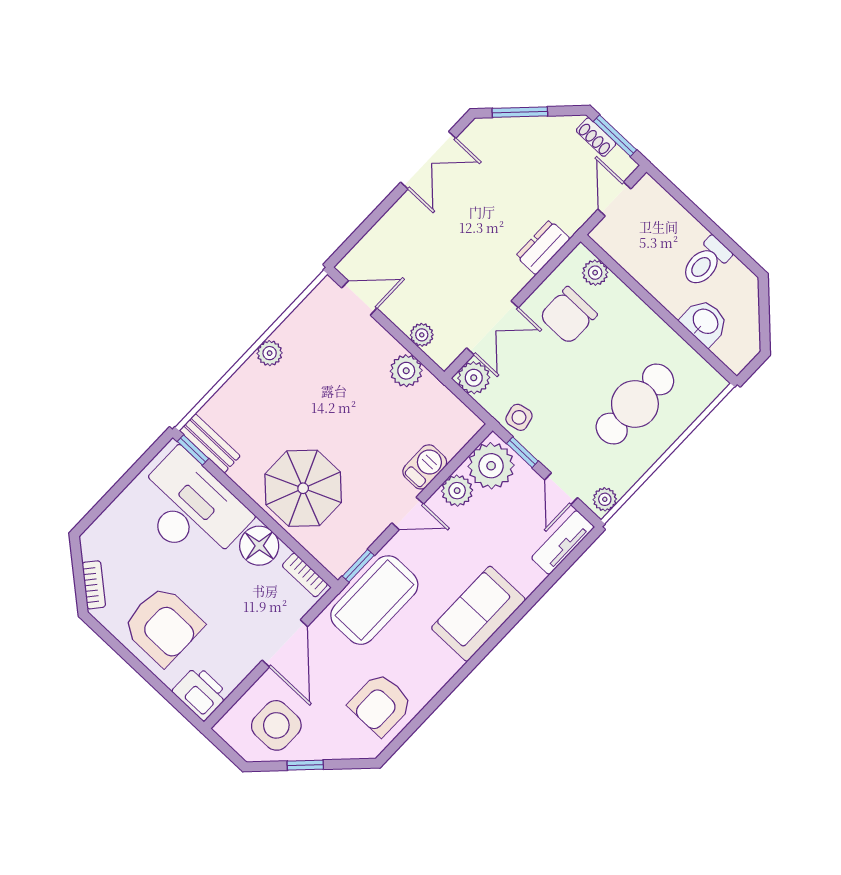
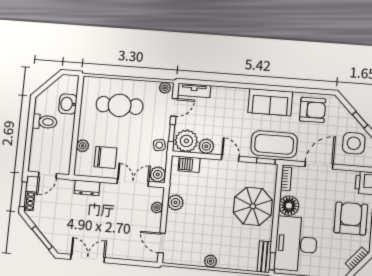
plant: (595, 273) -> (83, 146), moved
barbecue: (425, 467) -> (189, 164), moved
sofa: (478, 614) -> (270, 102), moved

